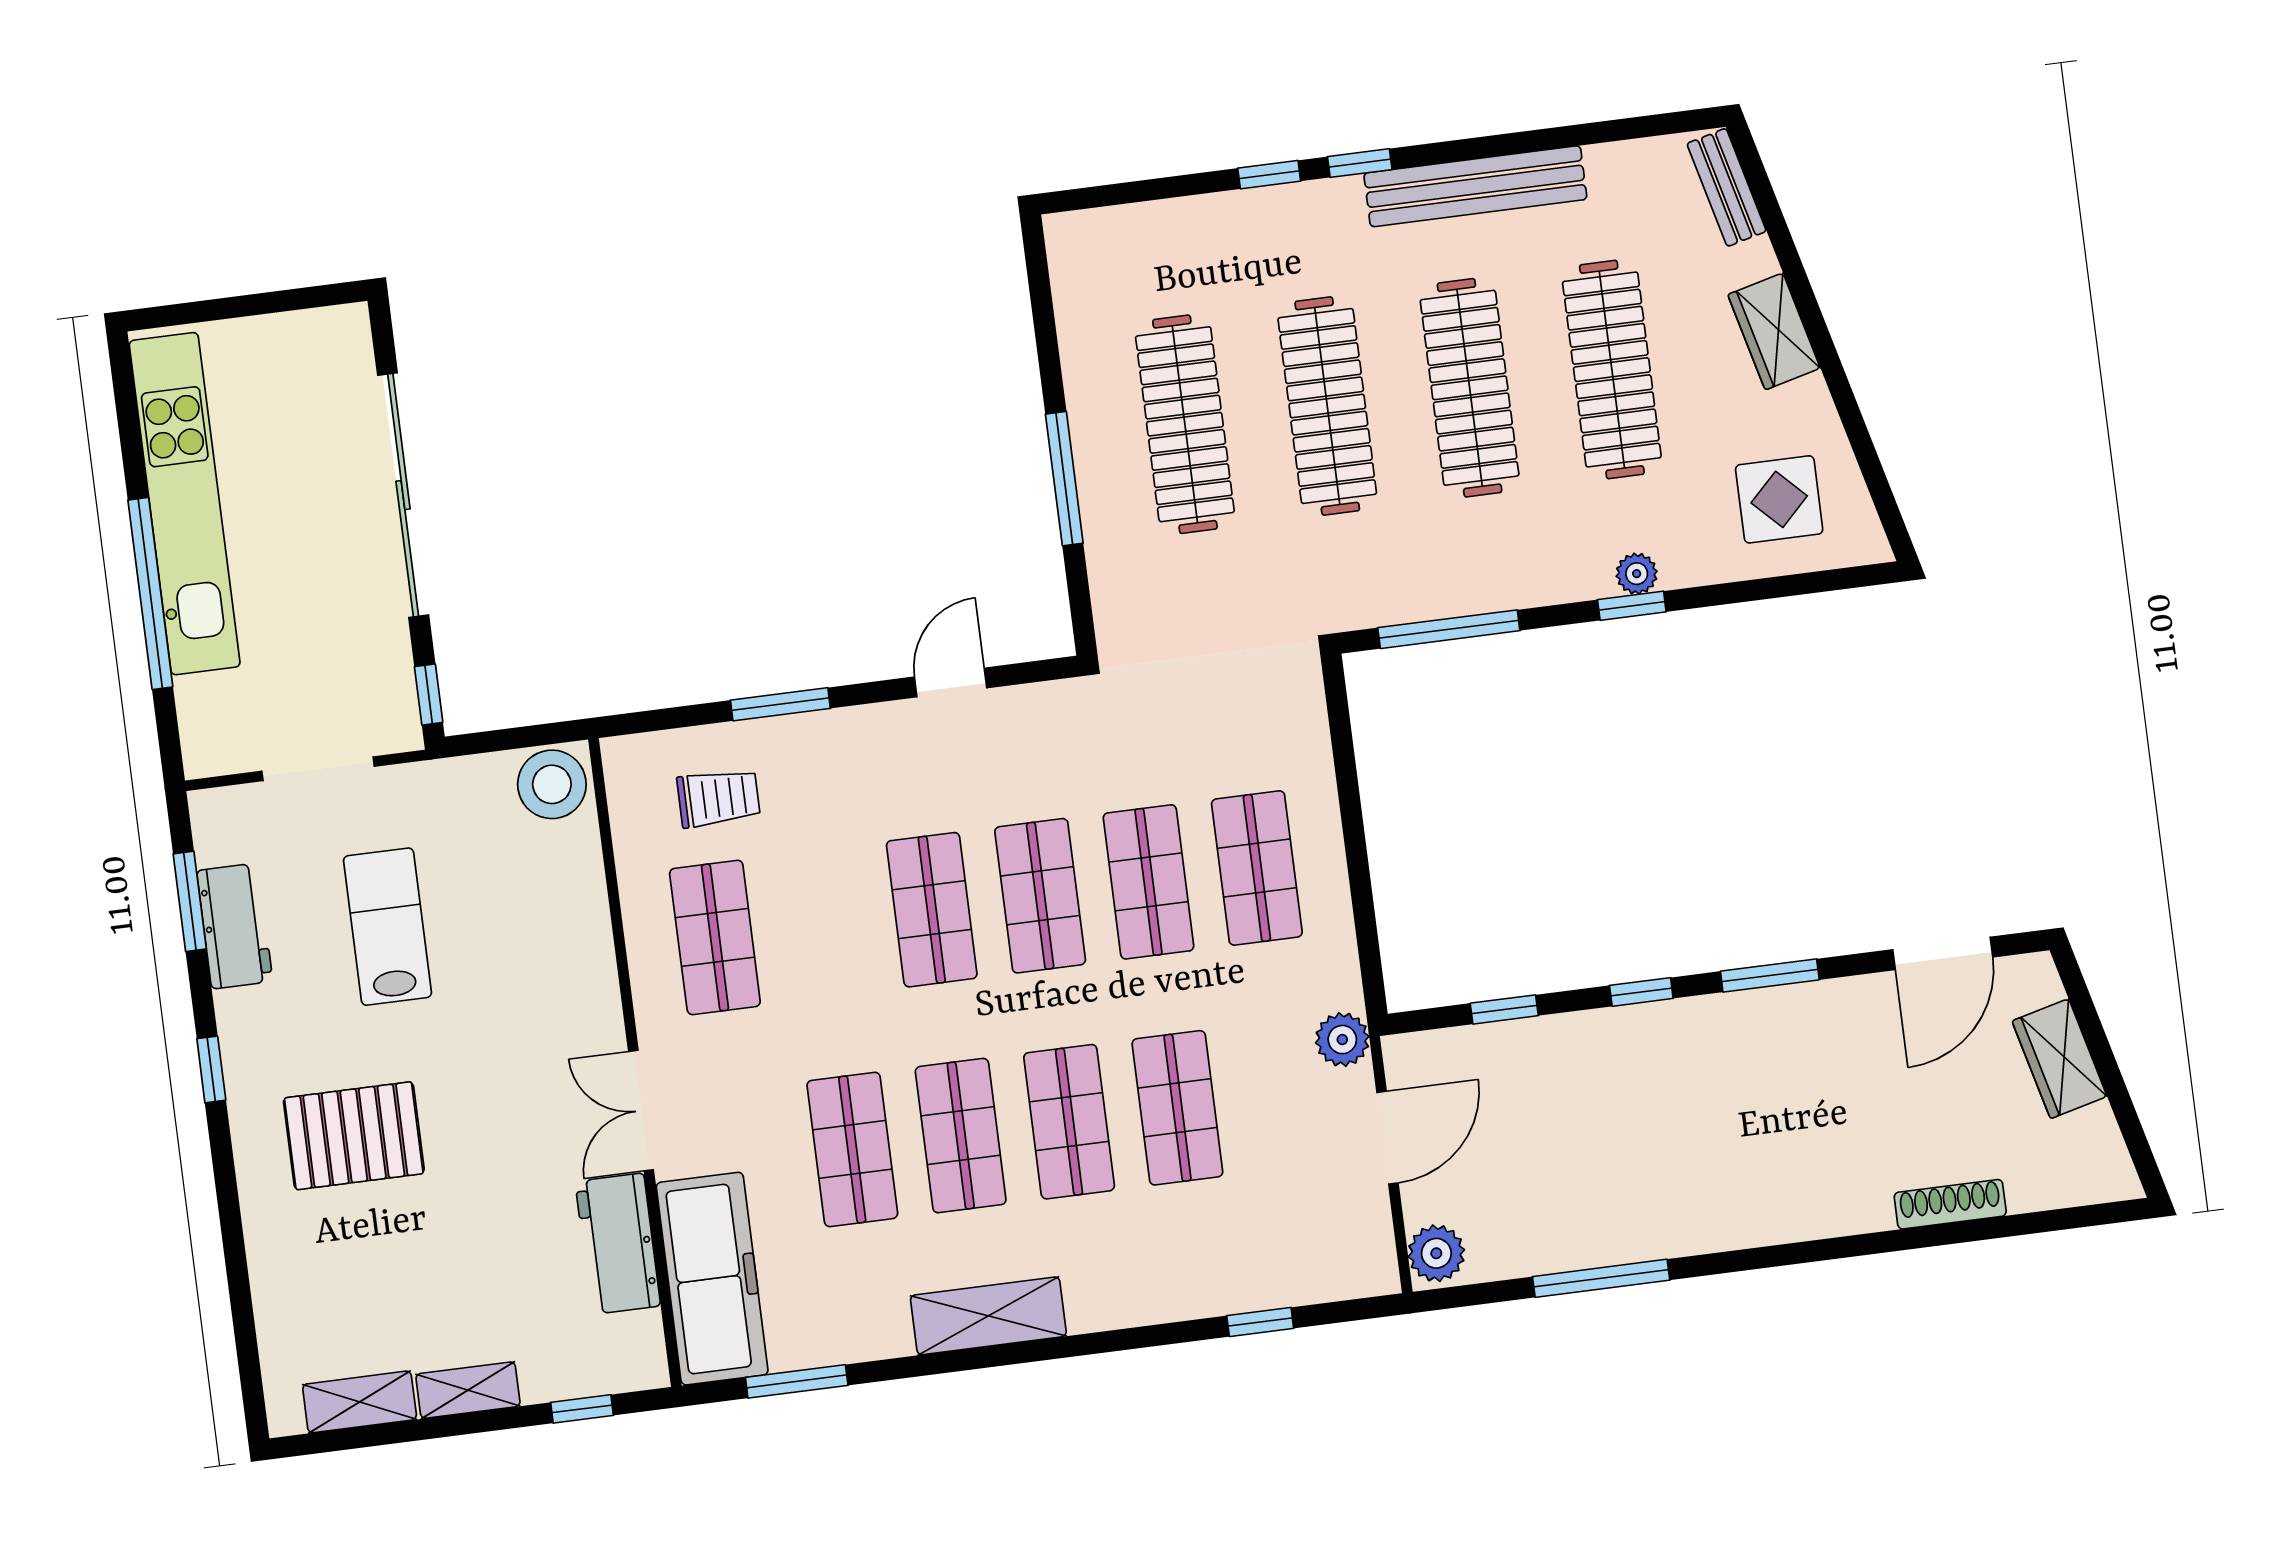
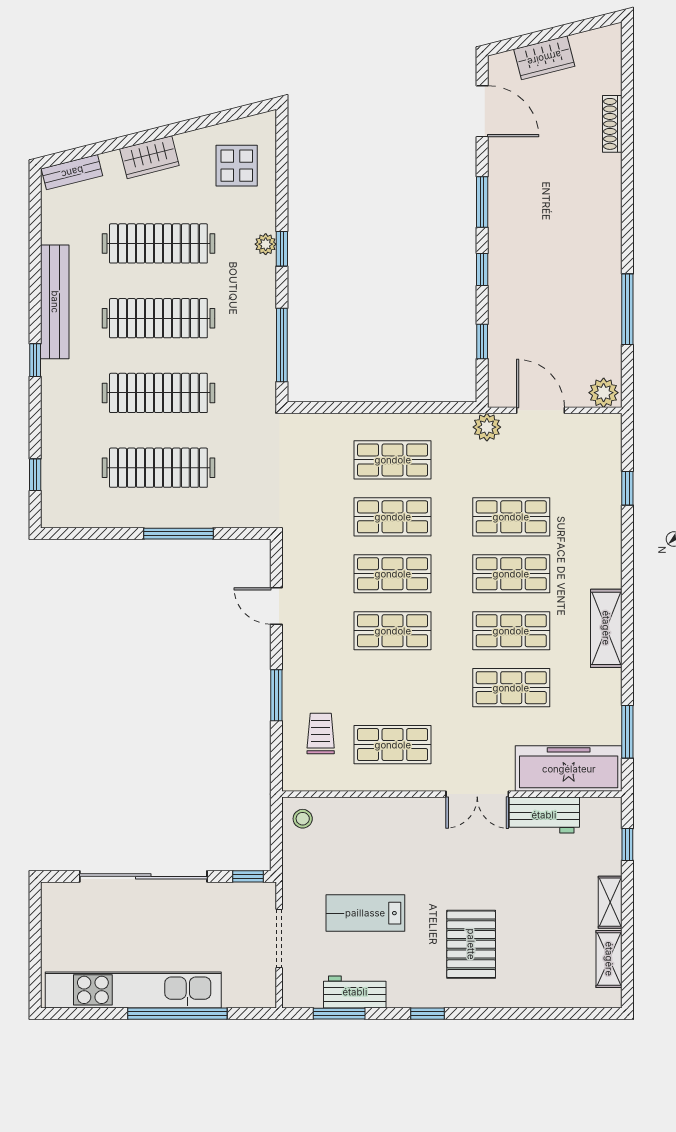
window: (1269, 175) -> (35, 475), moved
stool: (552, 784) -> (303, 819), width x0.53, depth x0.53

